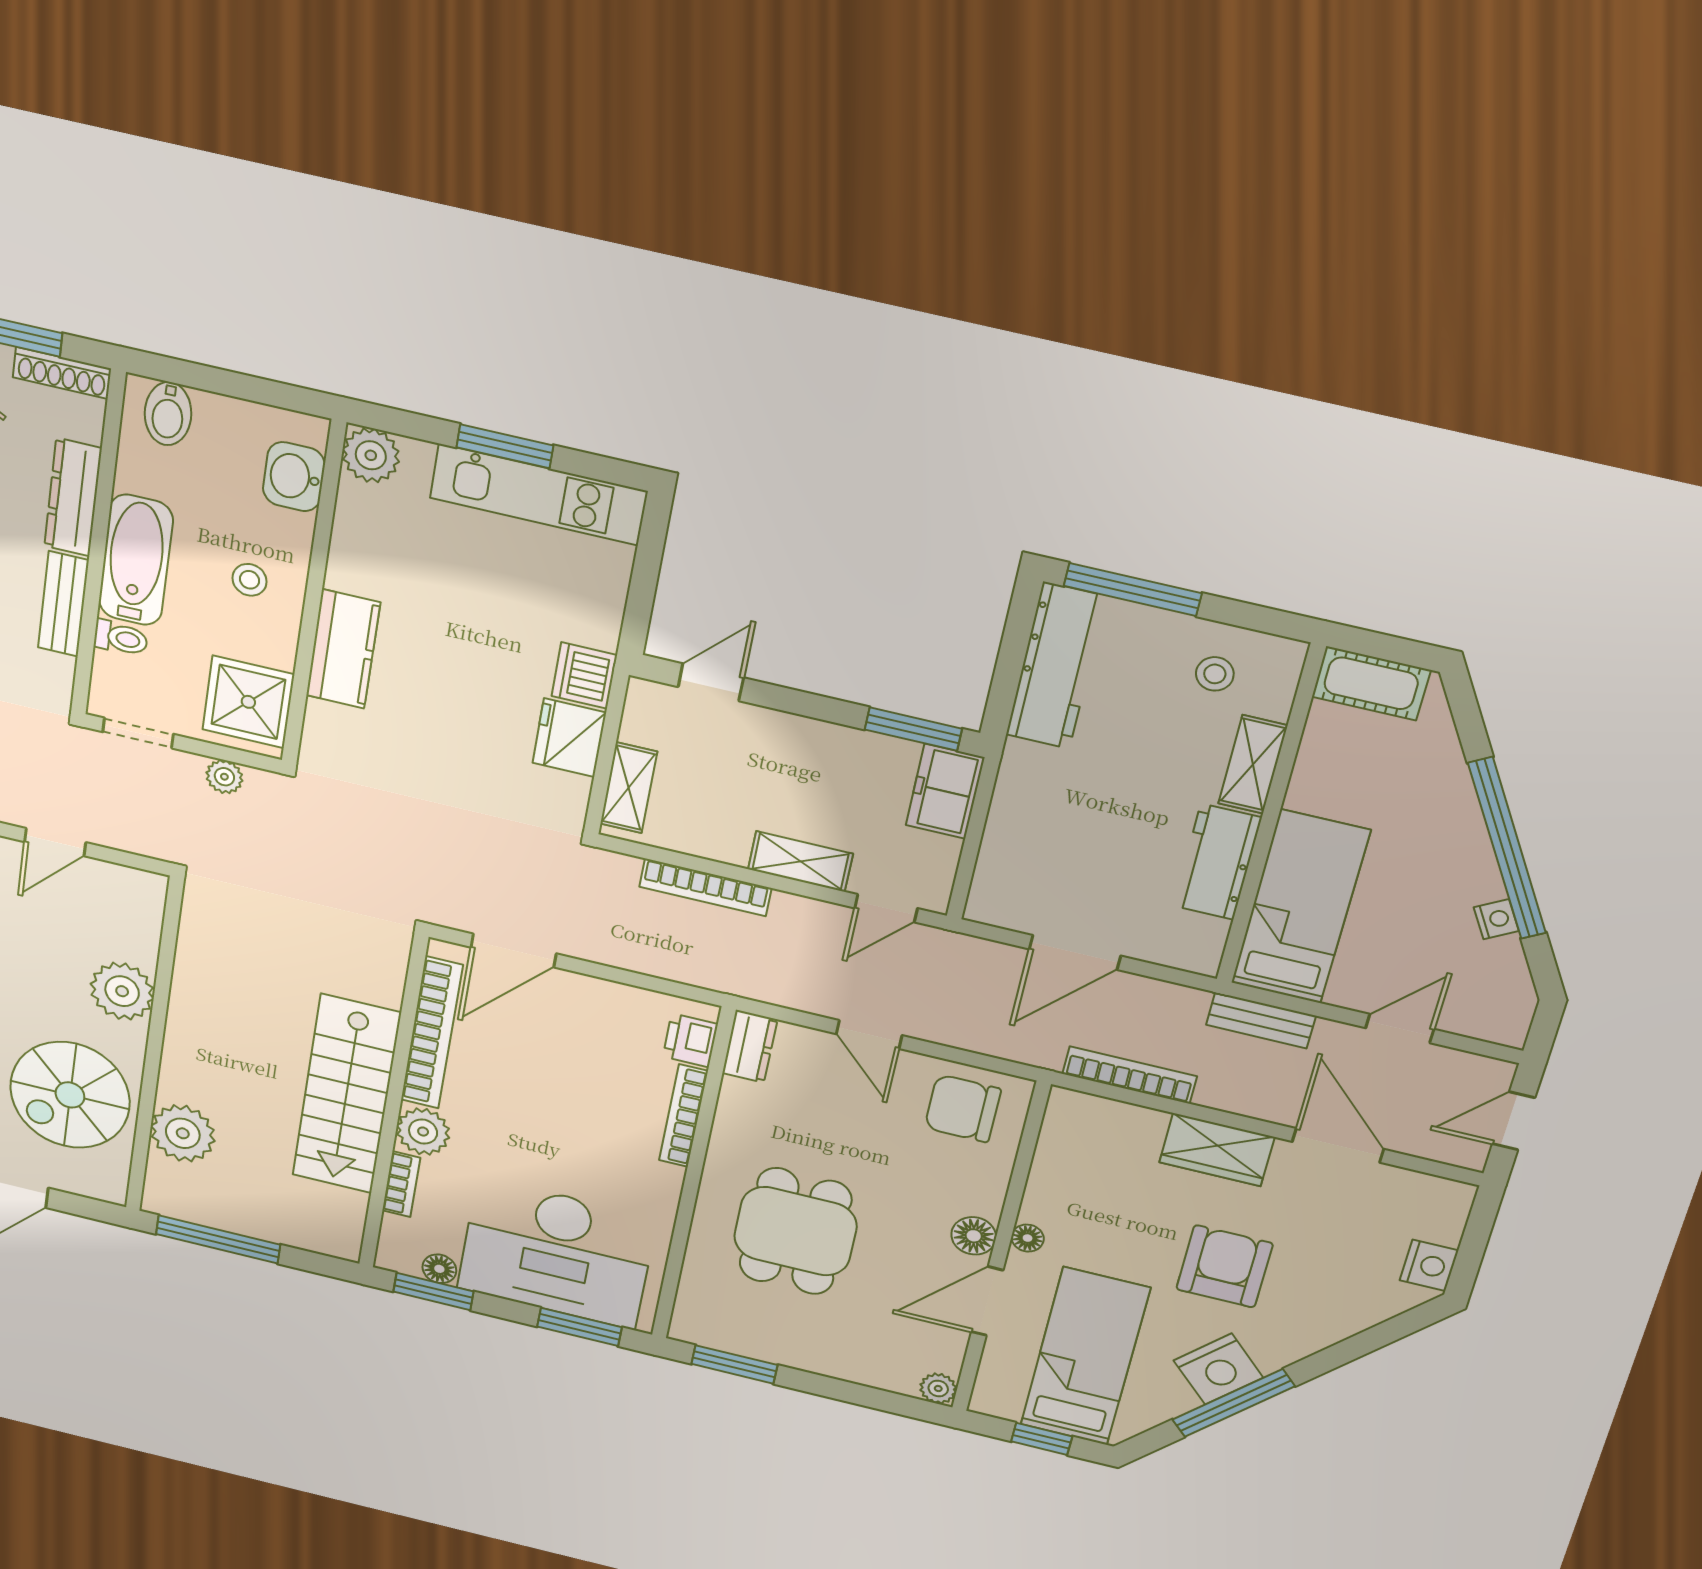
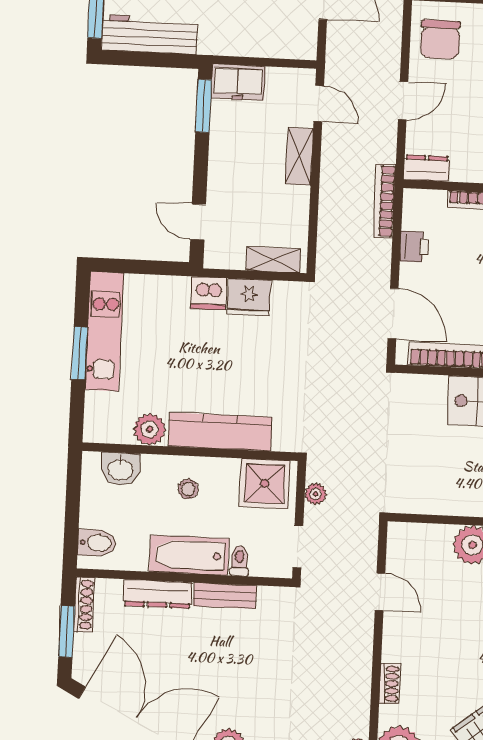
plant: (371, 455) -> (150, 429), moved
kitchen counter: (343, 649) -> (220, 432), width x1.50
bookcase: (705, 887) -> (385, 201), moved, turned 180
printer: (690, 1040) -> (414, 247), moved, turned -90

